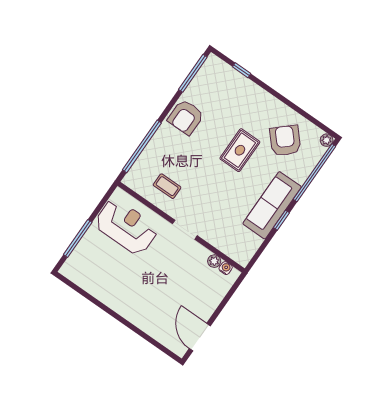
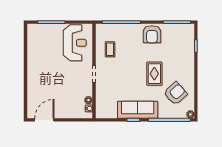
armchair: (186, 117) -> (152, 34), turned -90
rug: (240, 150) -> (154, 74), turned 90

